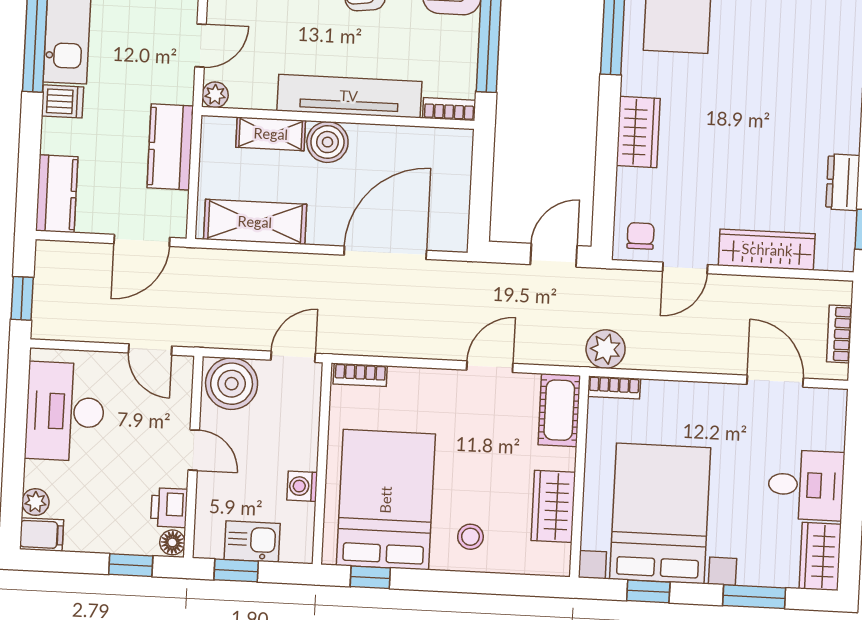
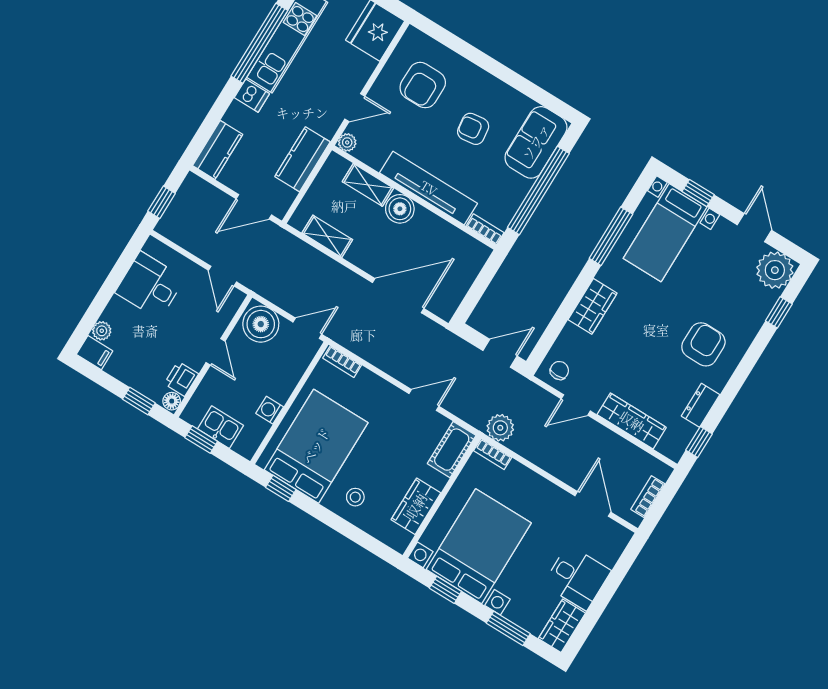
armchair: (804, 103) -> (703, 344), added
shelving: (255, 222) -> (327, 236), width x0.67, depth x0.75
desk: (65, 411) -> (150, 285), width x0.73

